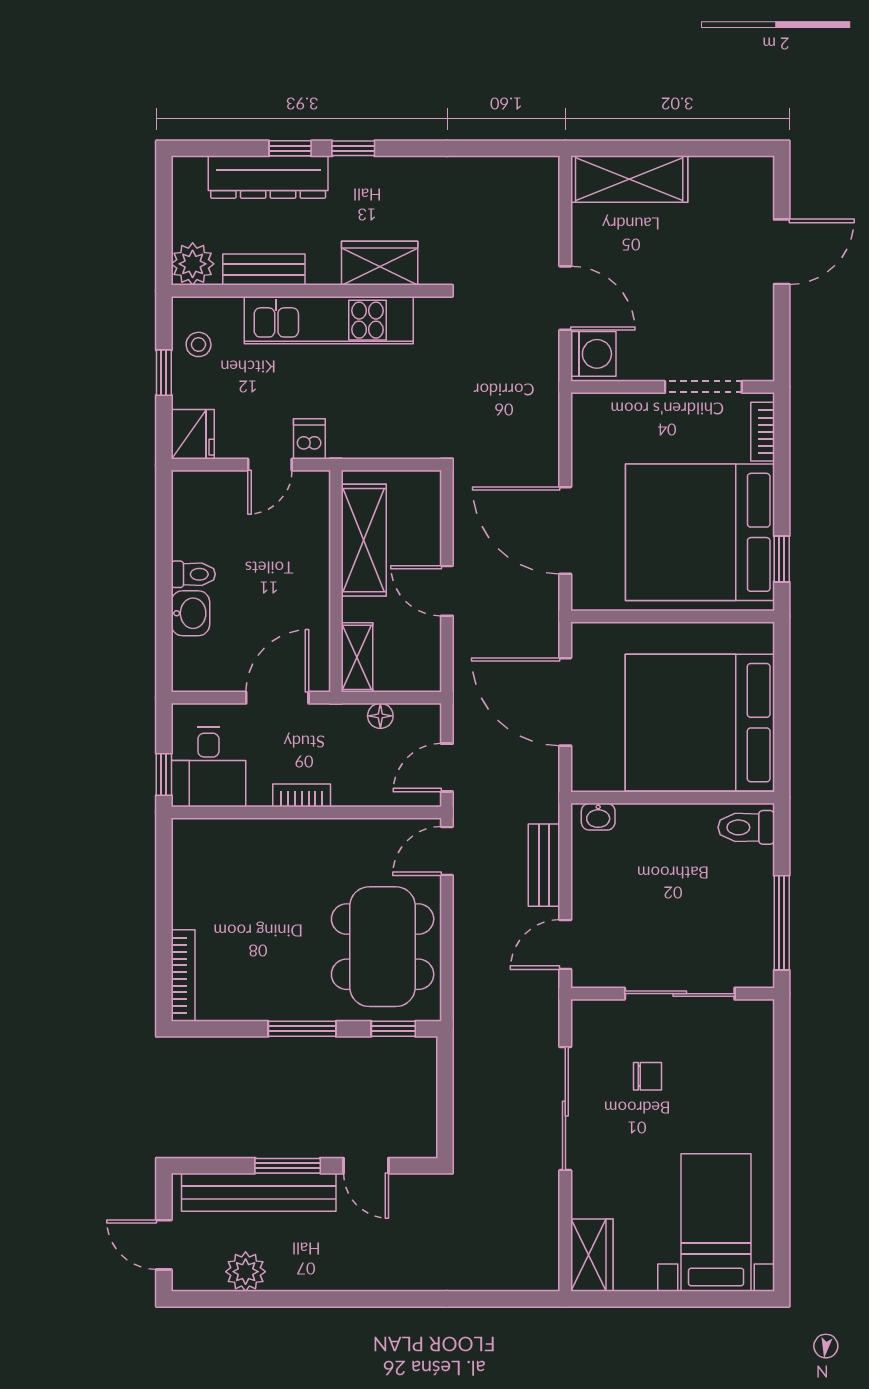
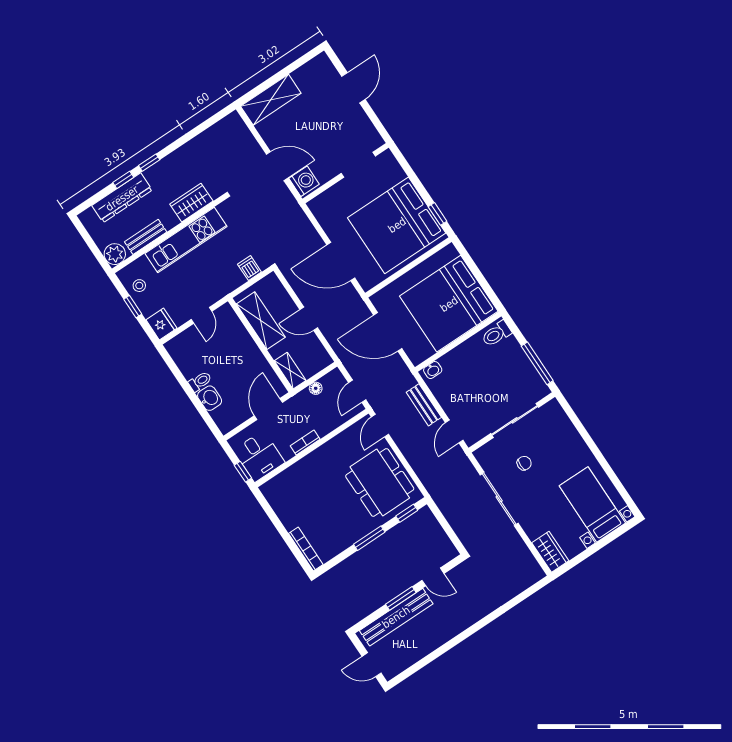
bookcase: (763, 432) -> (395, 167), removed
dishwasher: (309, 439) -> (249, 268), moved
plant: (246, 1272) -> (413, 653), removed

